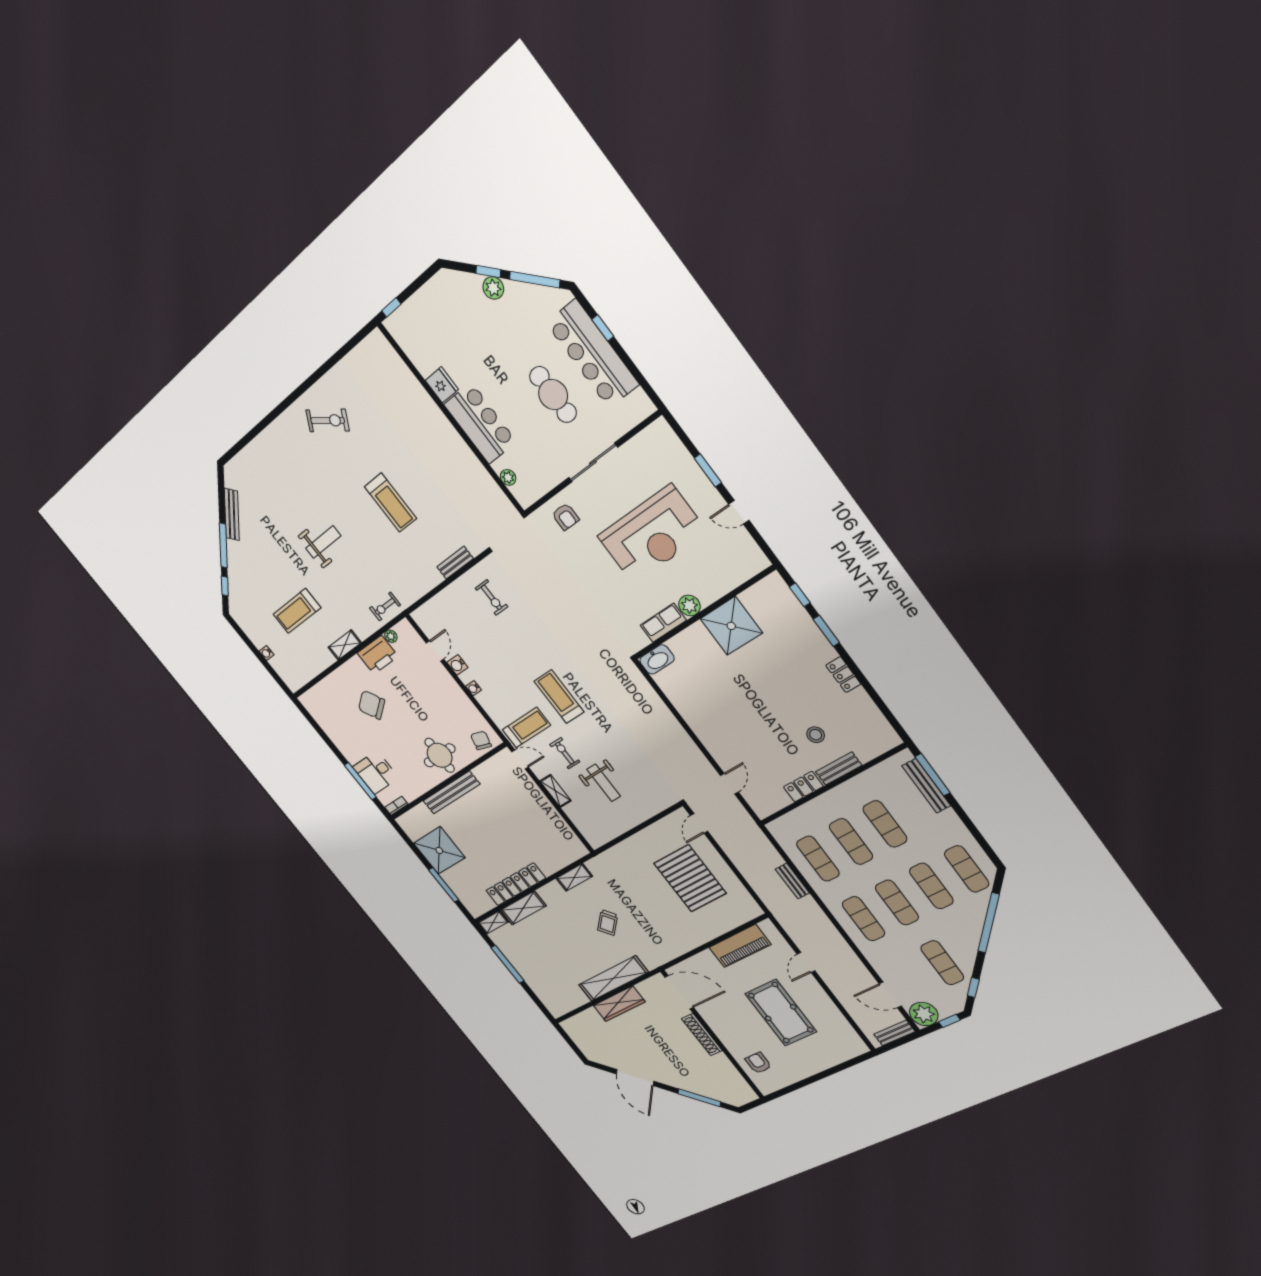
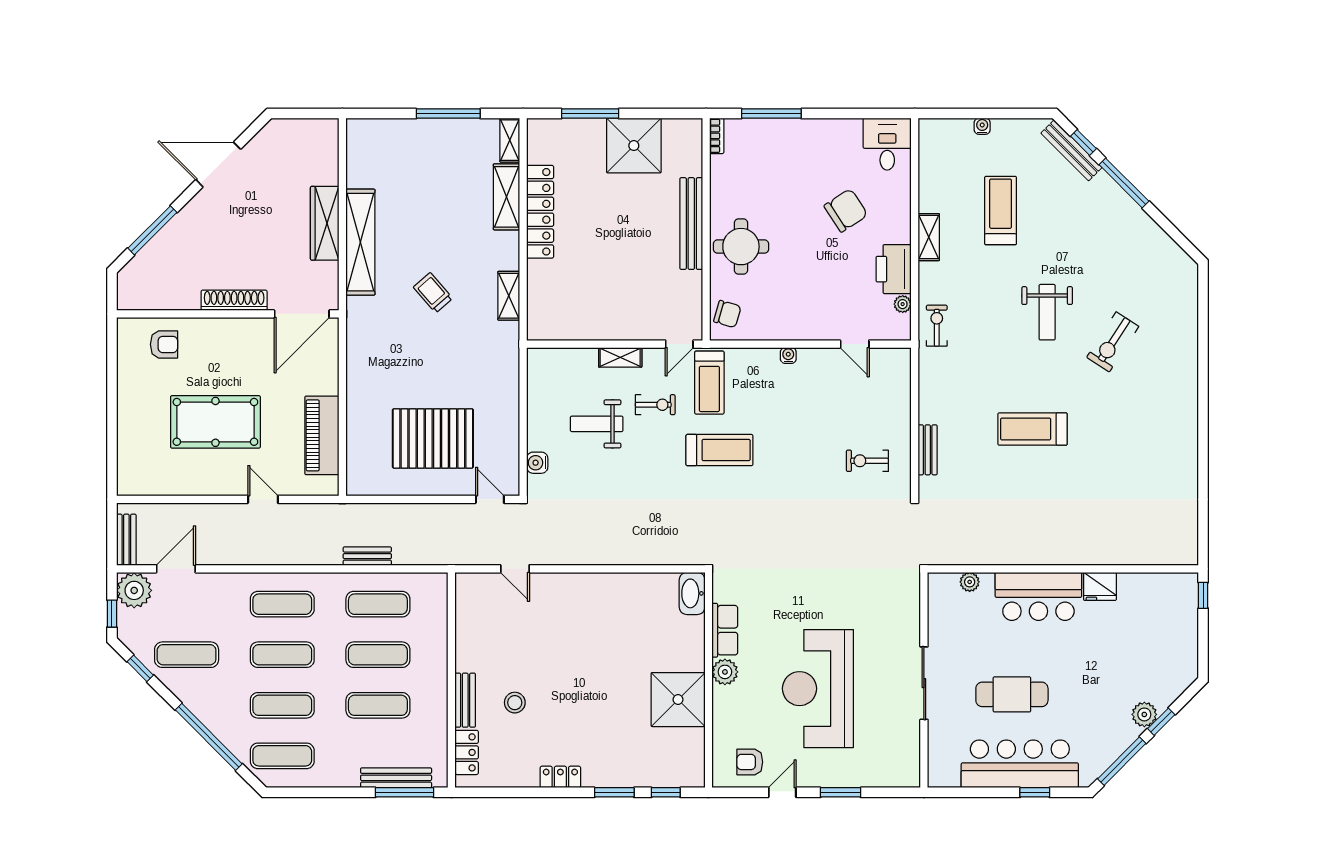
exercise bike: (328, 420) -> (1113, 342), moved
bench: (232, 514) -> (1071, 150), moved
armchair: (565, 517) -> (750, 762), moved
water cooler: (457, 665) -> (537, 463), moved, turned -90
desk: (376, 772) -> (887, 144), moved
locker: (803, 787) -> (467, 752), moved

